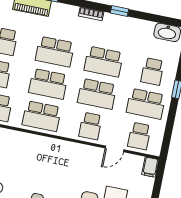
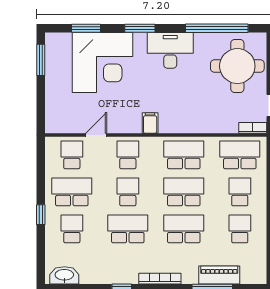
bookcase: (91, 14) -> (160, 279), width x1.56
school desk: (97, 94) -> (128, 192), width x0.54
filing cabinet: (150, 167) -> (150, 123), moved

